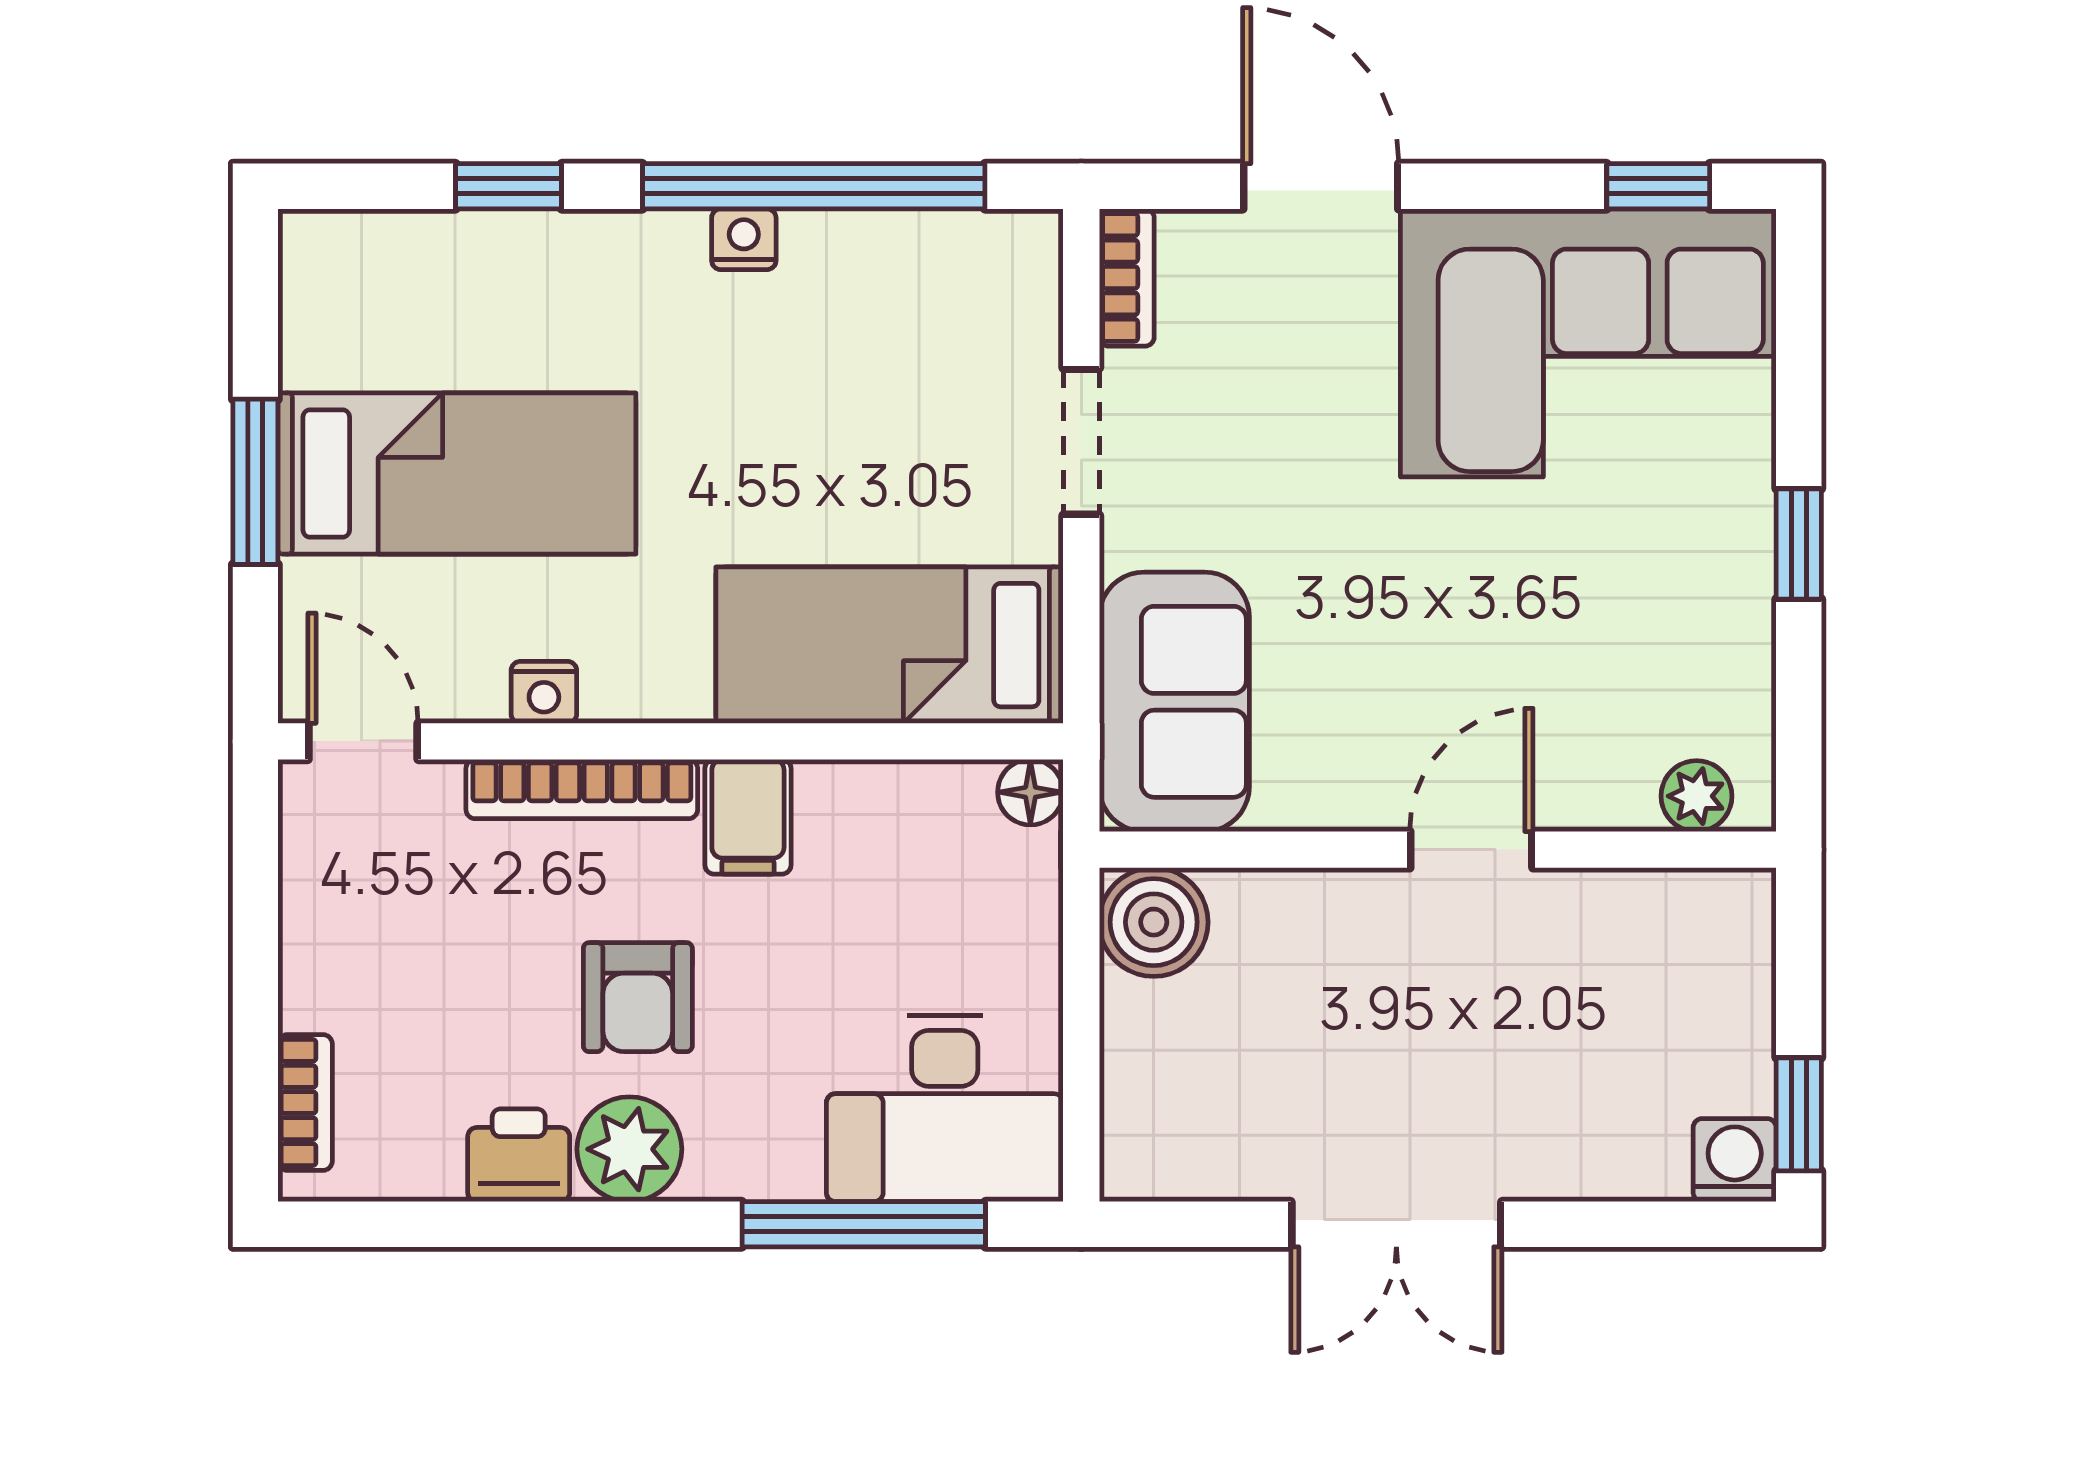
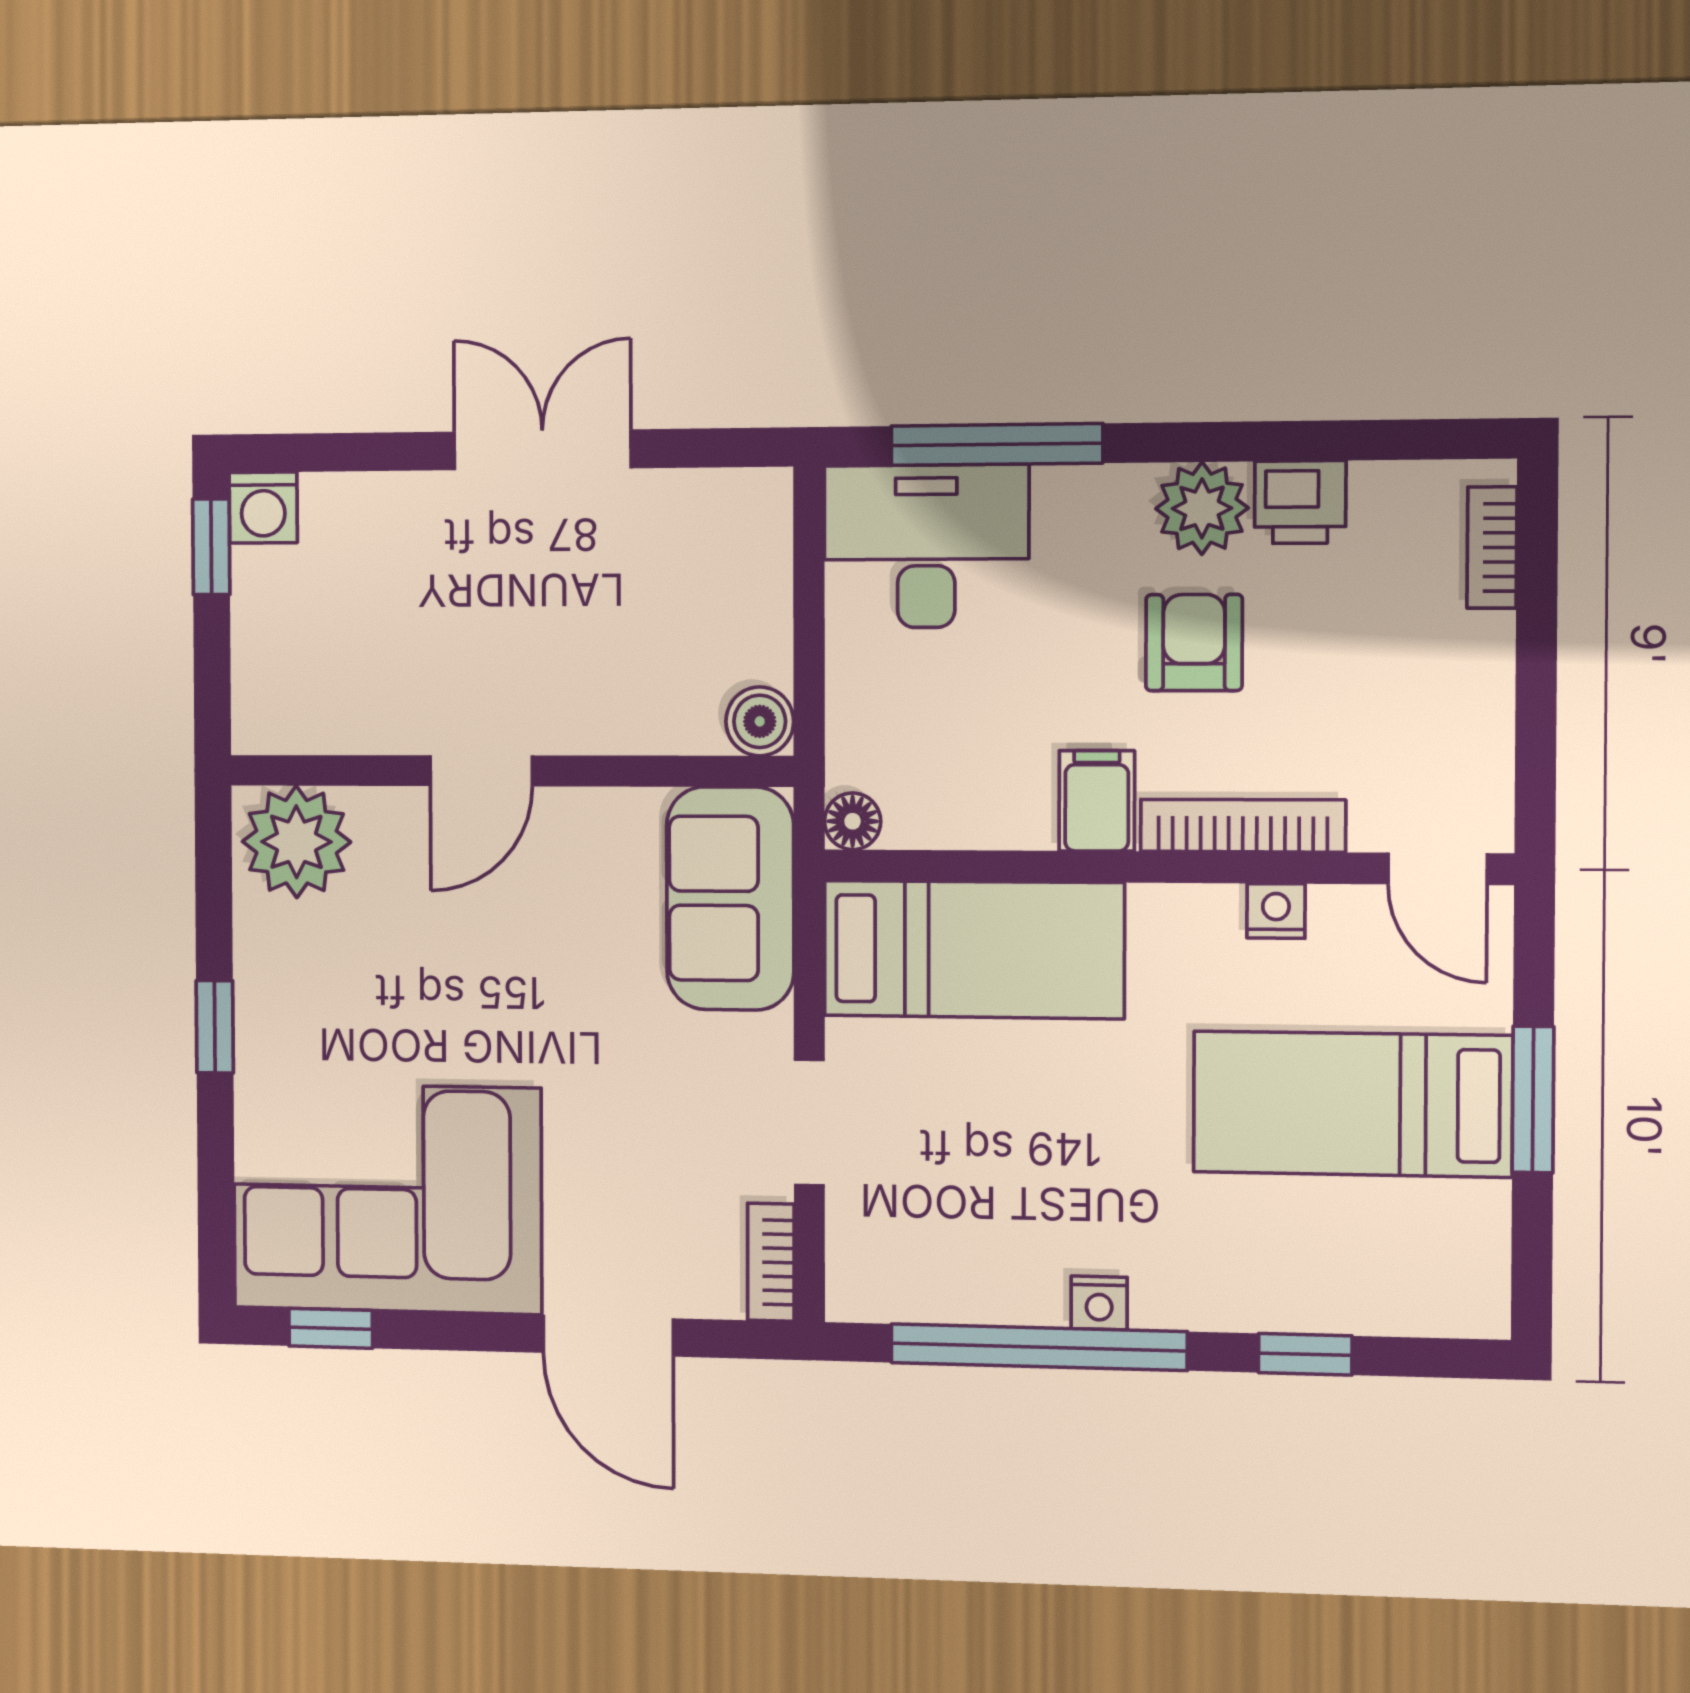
plant: (1696, 796) -> (296, 842), width x1.88, depth x1.88
boiler: (1154, 922) -> (760, 721), width x0.73, depth x0.73

